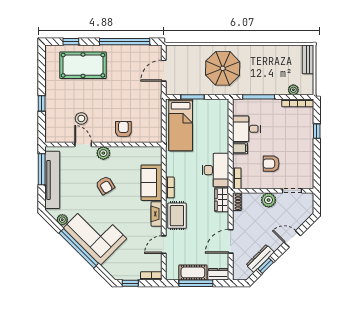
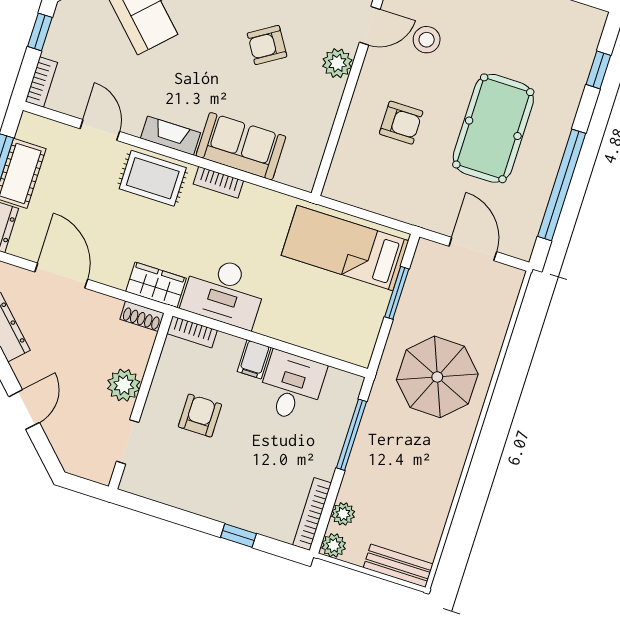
pool table: (83, 65) -> (493, 128), moved
plant: (308, 89) -> (334, 545), added
armchair: (123, 129) -> (401, 123), moved

